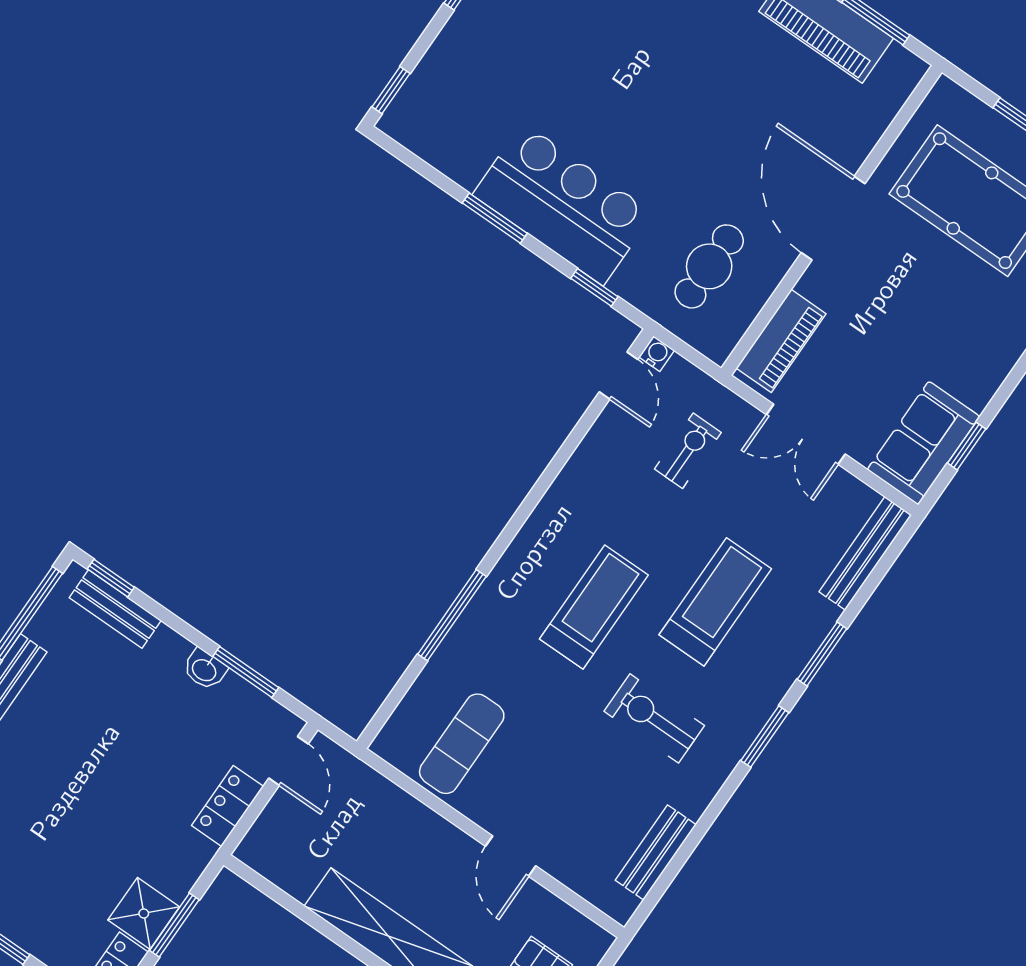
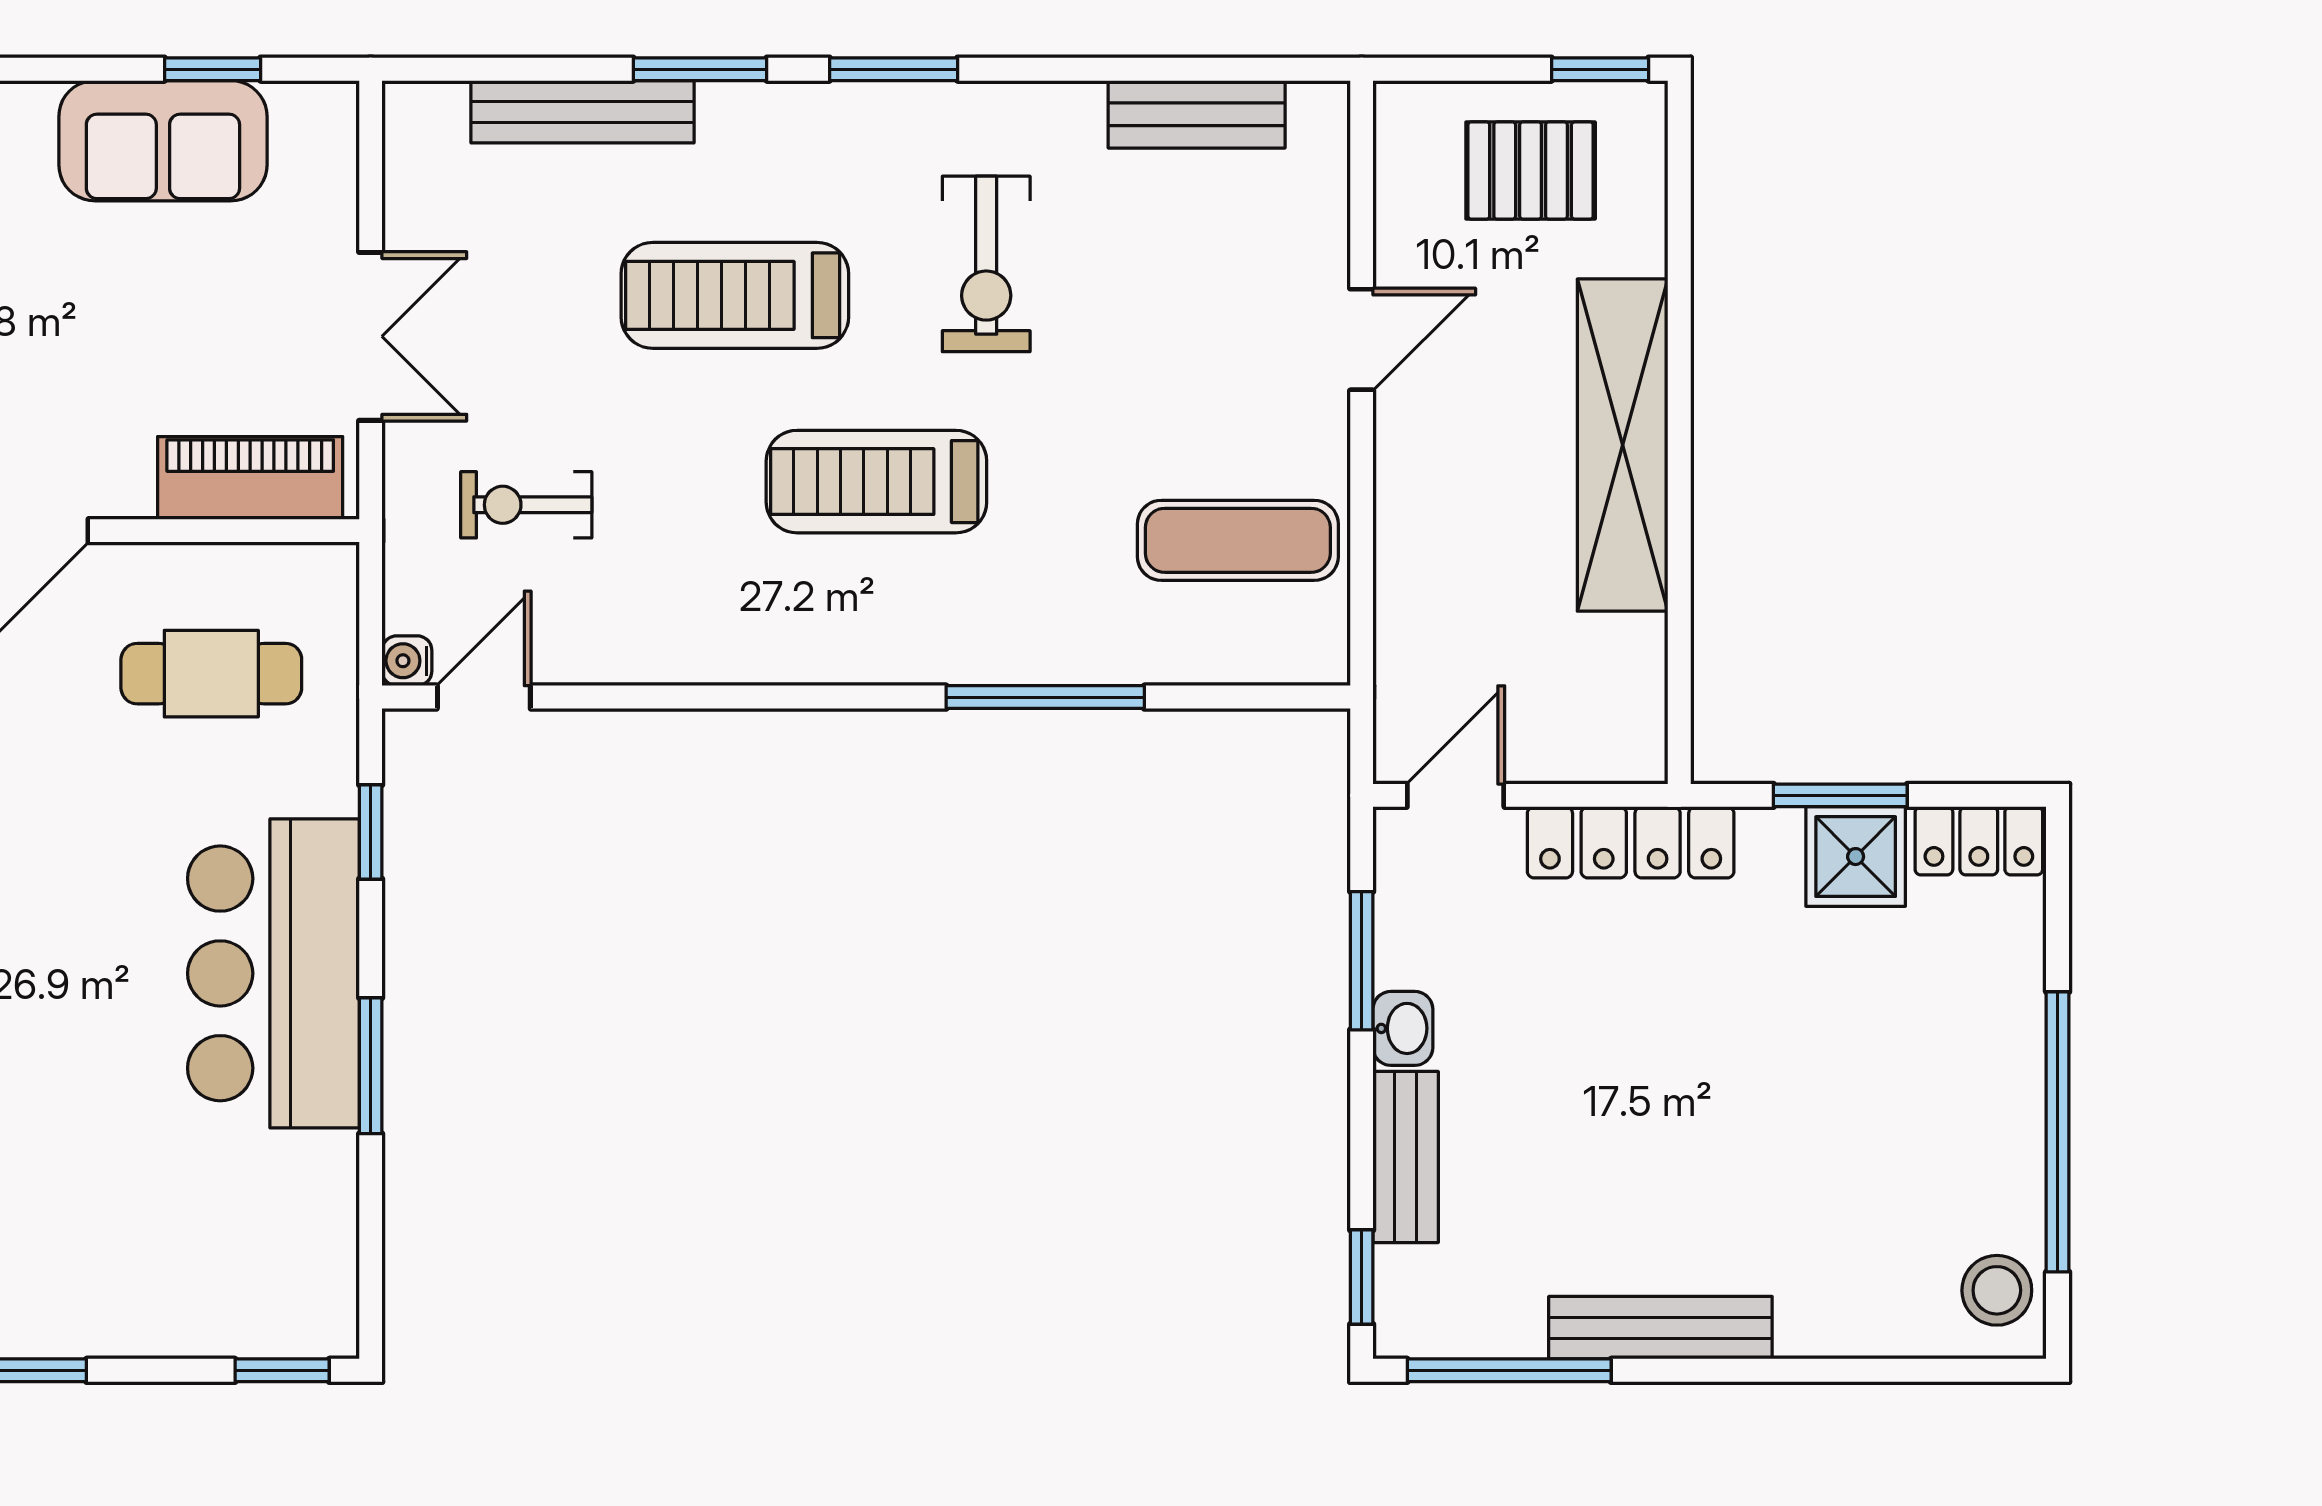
sofa: (923, 443) -> (163, 141), moved
bench: (865, 553) -> (583, 112), moved
bench: (115, 609) -> (1406, 1157), moved
locker: (227, 806) -> (1631, 842), width x1.53

